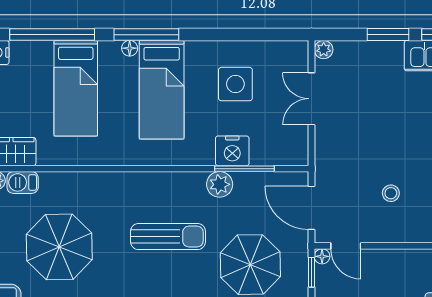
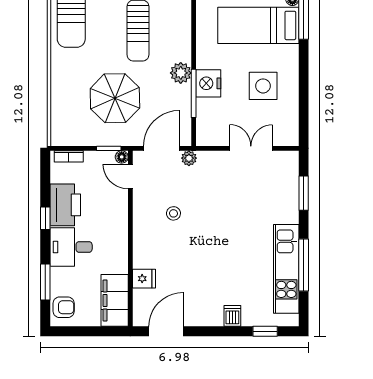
window: (388, 35) -> (304, 193), moved
plant: (324, 50) -> (189, 158), moved
door: (346, 246) -> (130, 176), hinge flipped

